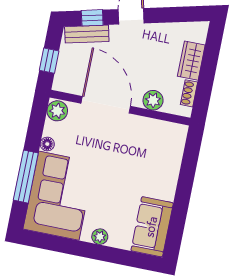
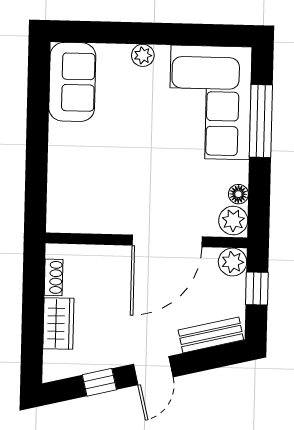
window: (92, 18) -> (99, 382), moved
plant: (153, 100) -> (233, 262), moved
door: (106, 105) -> (167, 241), hinge flipped
floor lamp: (47, 144) -> (238, 194), moved

